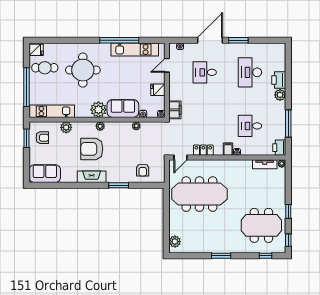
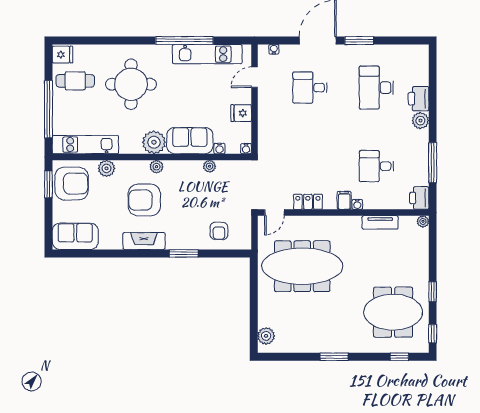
filing cabinet: (175, 110) -> (266, 143), removed
armchair: (42, 138) -> (72, 184), width x1.88, depth x1.88
tv unit: (265, 164) -> (380, 222), moved

